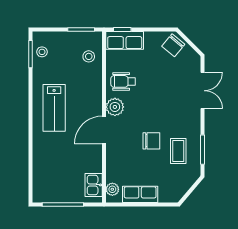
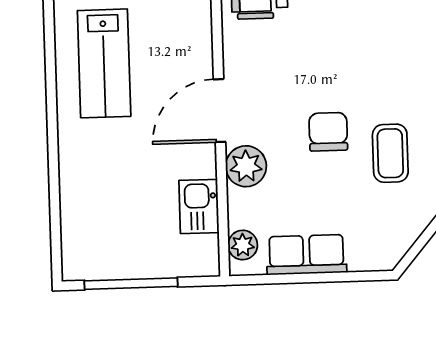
plant: (115, 107) -> (246, 166), moved
chair: (151, 141) -> (328, 132), turned -90
kitchen sink: (94, 185) -> (199, 207), moved

